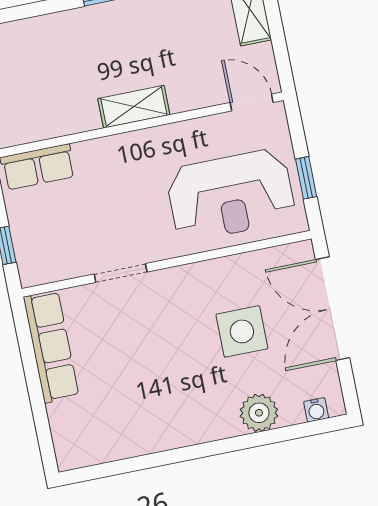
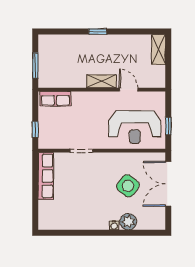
door: (252, 102) -> (129, 90), moved
side table: (242, 331) -> (128, 186), turned 37
water cooler: (316, 410) -> (114, 225), moved

